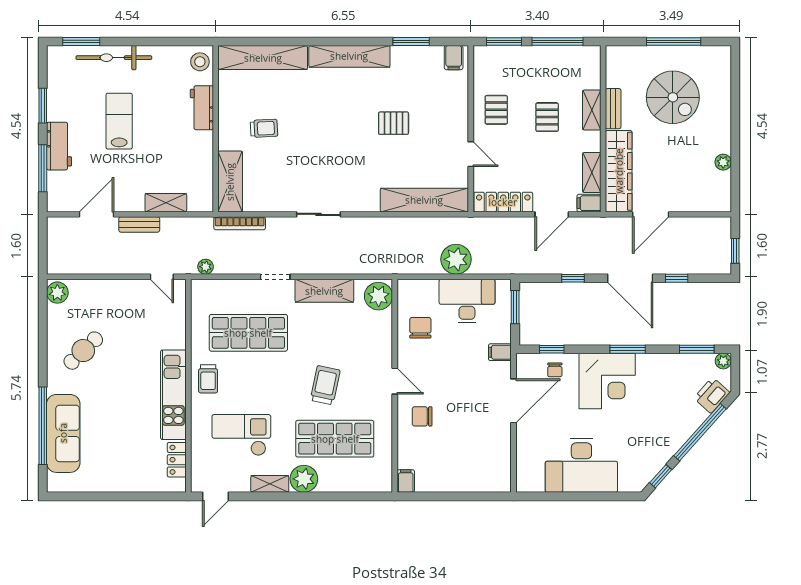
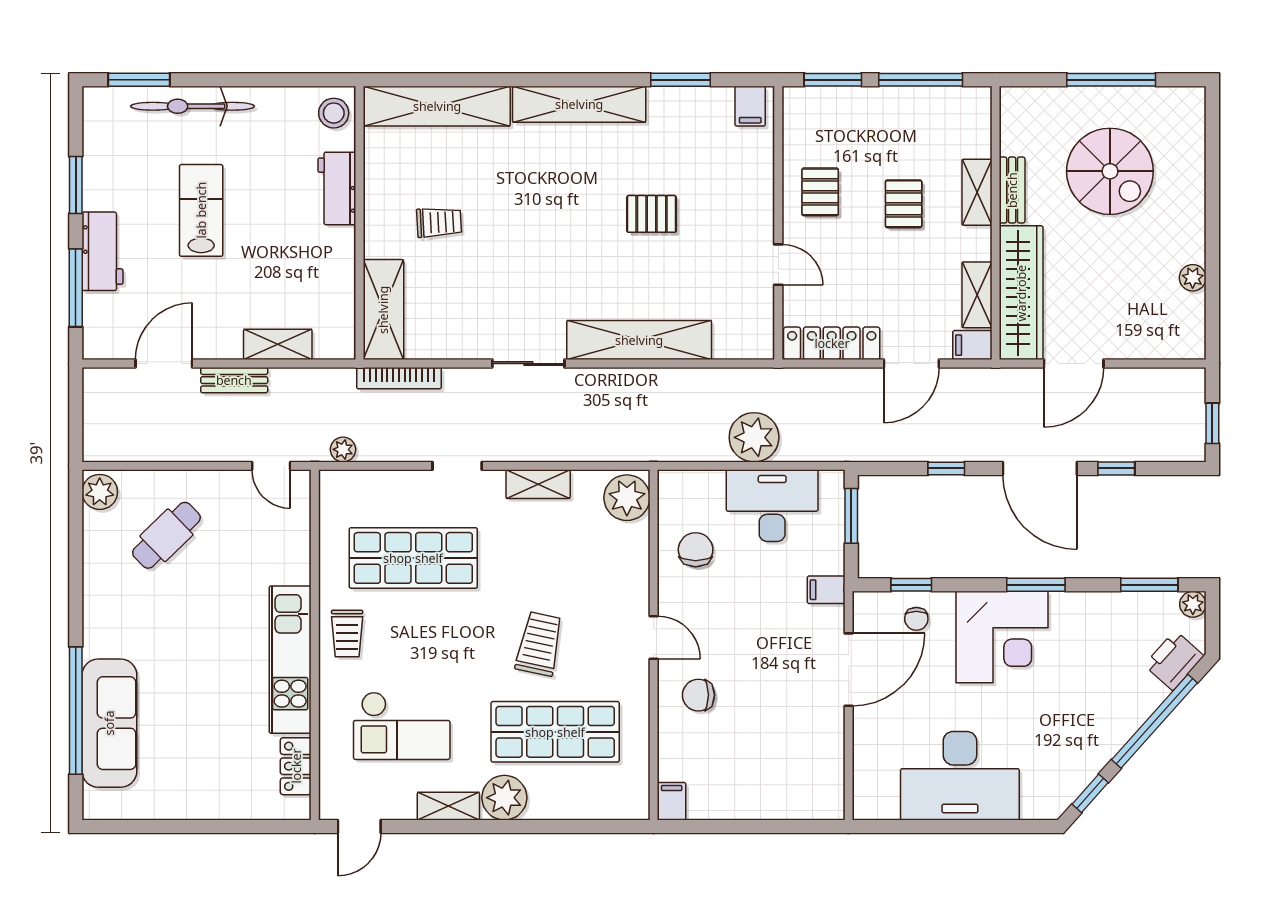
shelving: (424, 200) -> (639, 340), moved
shelving: (324, 291) -> (538, 484), width x0.67, depth x0.75
cafe table: (83, 351) -> (166, 535), moved
checkout: (241, 435) -> (402, 726), turned 180

